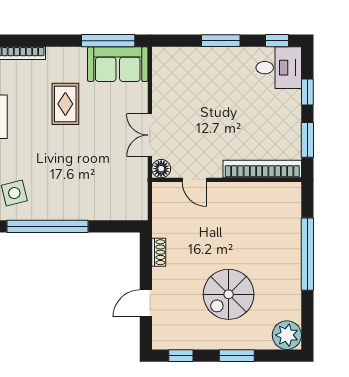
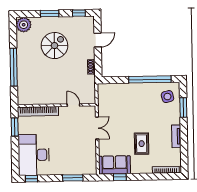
window: (108, 41) -> (120, 177), width x0.46
window: (221, 41) -> (73, 178), moved
desk: (279, 68) -> (34, 155), width x1.87, depth x1.30
window: (307, 92) -> (15, 152), removed
floor lamp: (161, 169) -> (91, 111), removed

